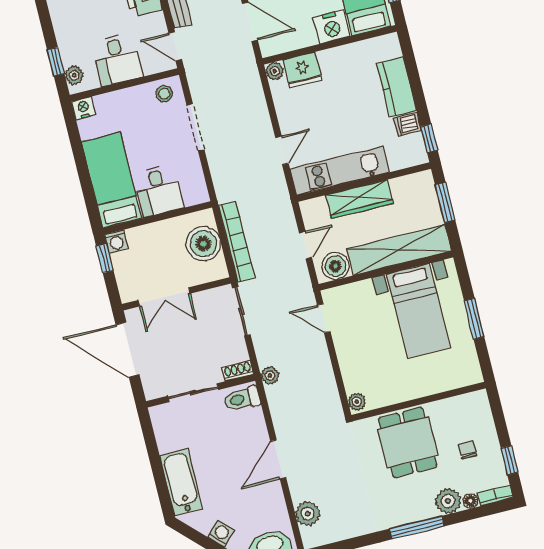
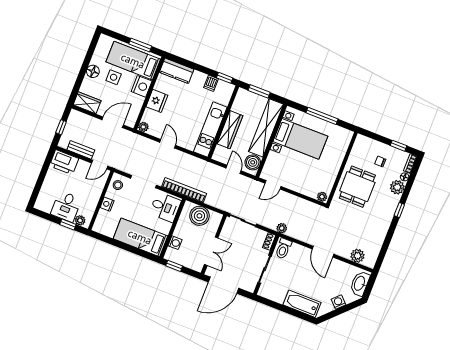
desk: (117, 59) -> (66, 206), moved, turned 90
fridge: (302, 70) -> (157, 101), moved
kitchen counter: (396, 87) -> (177, 71), moved
nightstand: (84, 108) -> (107, 204), moved
door: (282, 150) -> (168, 144), moved
desk: (158, 191) -> (165, 207), moved
washing machine: (116, 241) -> (175, 243), moved
bookcase: (237, 242) -> (184, 190), moved
window: (474, 319) -> (322, 116), width x1.44
dining table: (408, 442) -> (357, 187), turned 90
window: (417, 528) -> (399, 210), width x0.46

